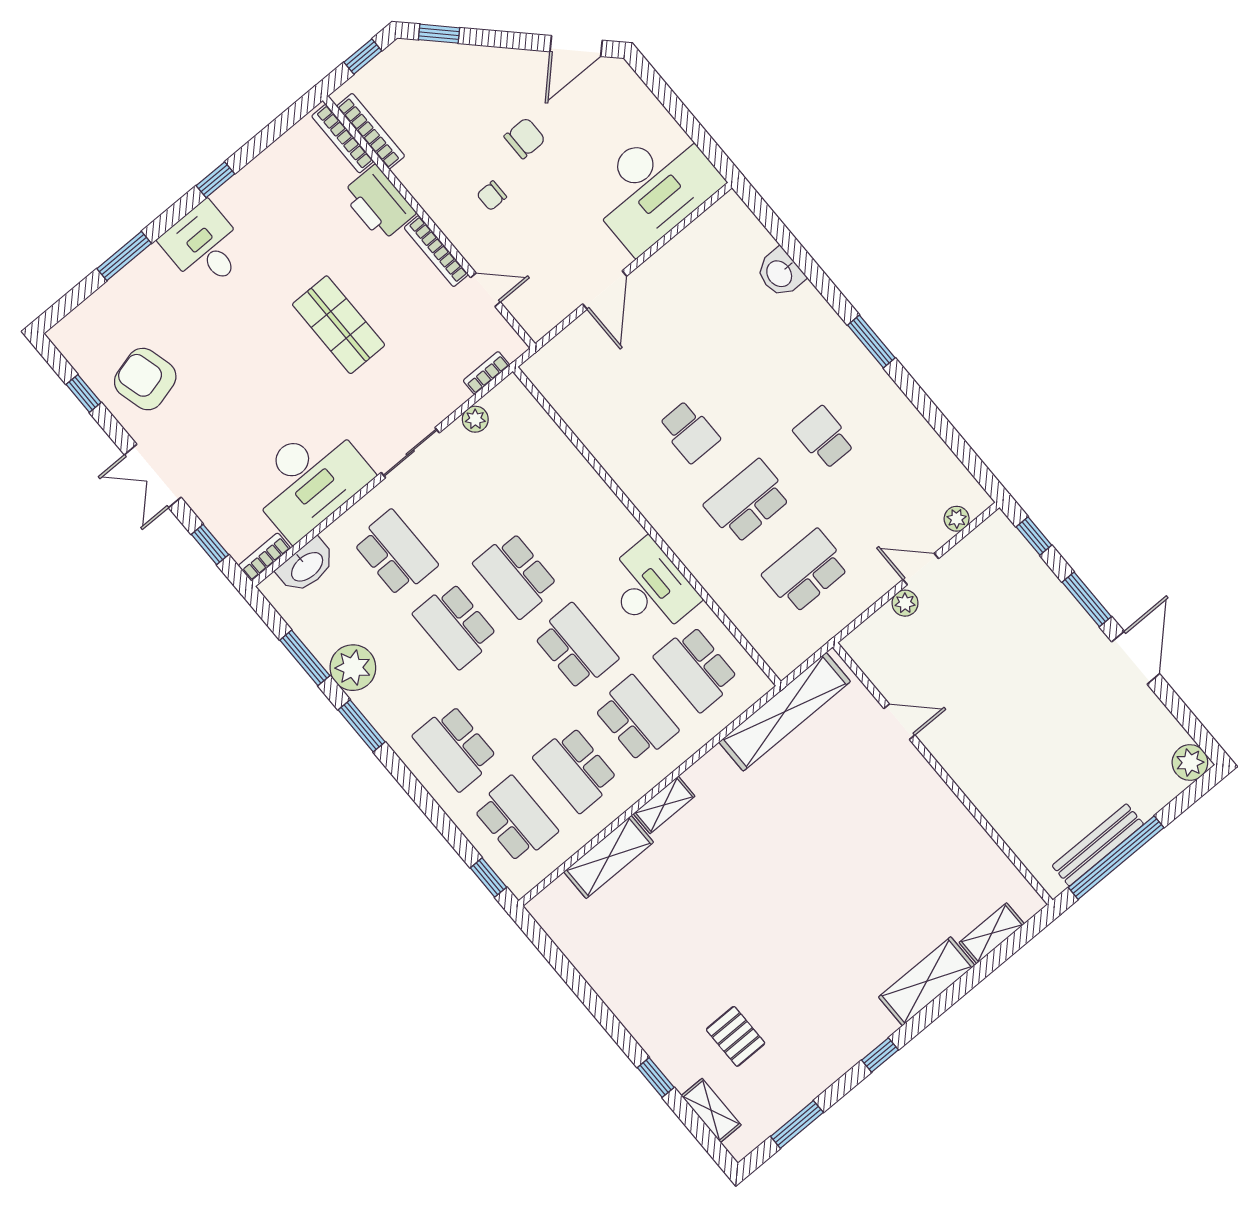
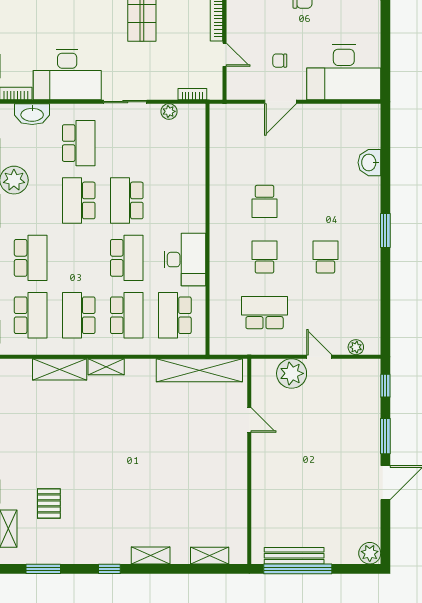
chair: (492, 196) -> (280, 61), moved
school desk: (748, 501) -> (265, 257), width x0.54
plant: (905, 603) -> (292, 373), width x1.88, depth x1.88
school desk: (455, 748) -> (31, 258), turned 180
shelving: (927, 981) -> (151, 555), width x0.67, depth x0.75

